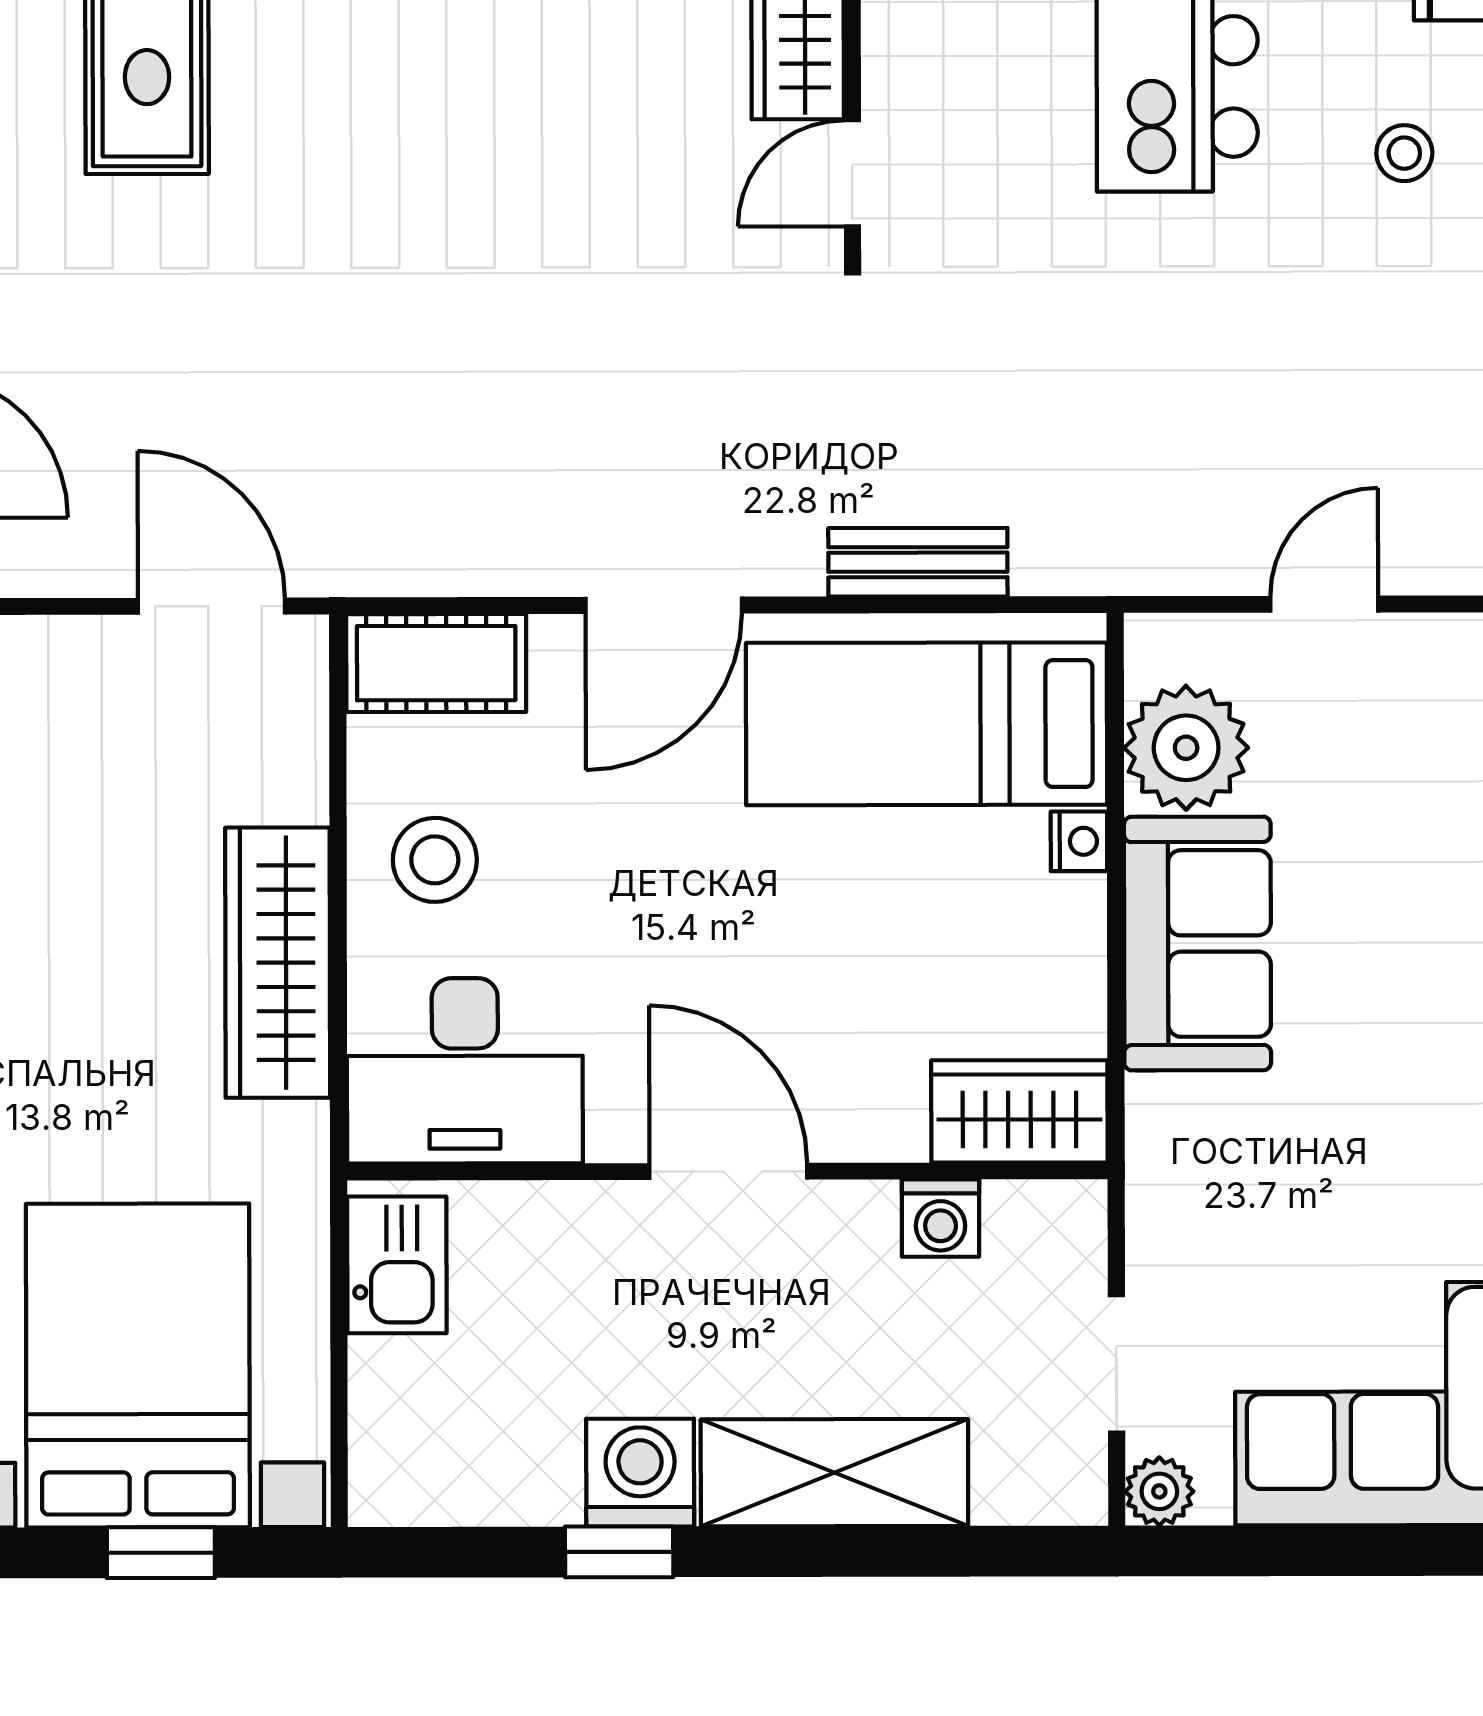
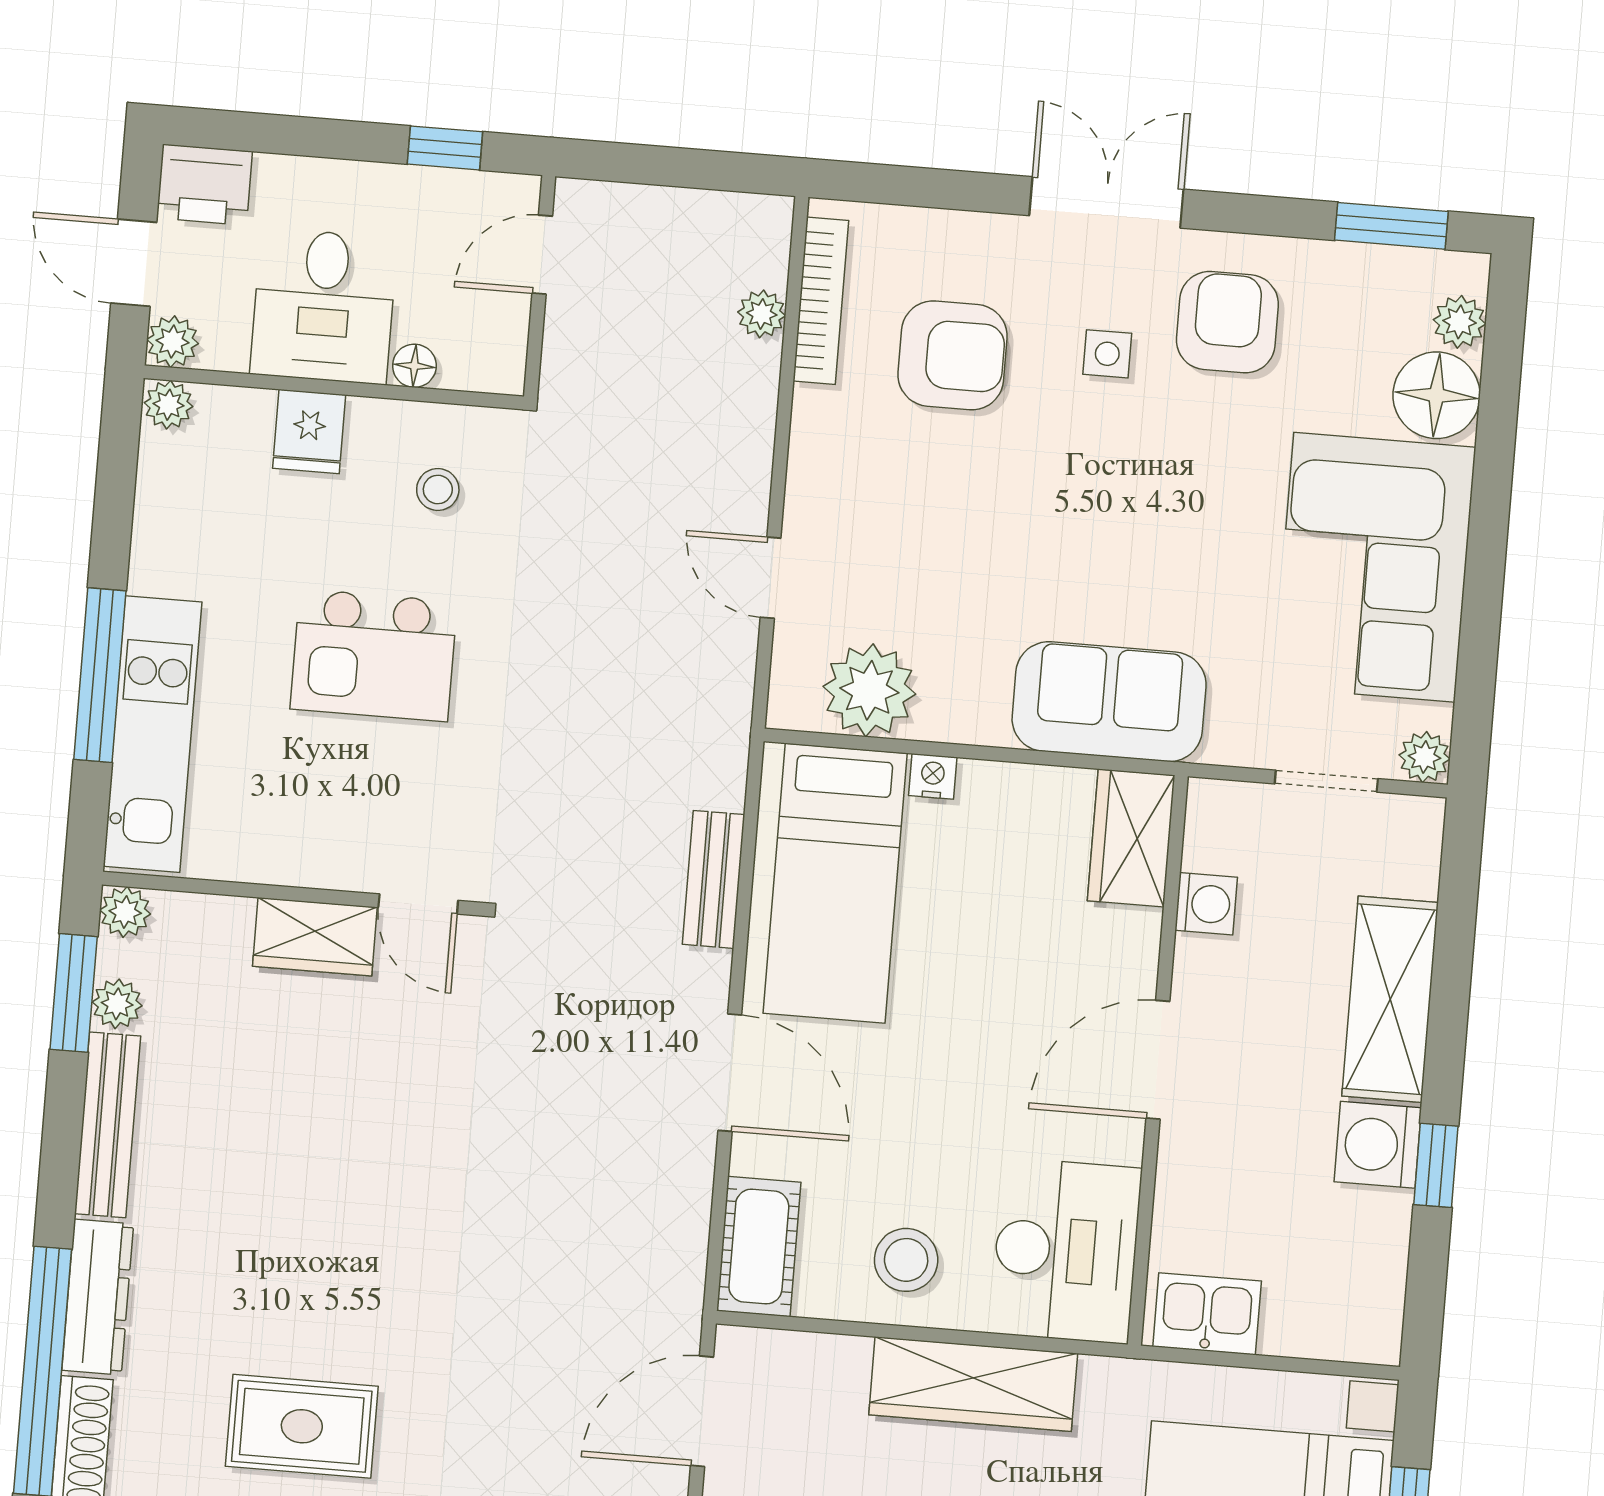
sofa: (1197, 944) -> (1109, 702), moved

